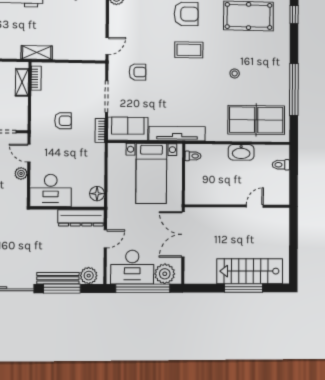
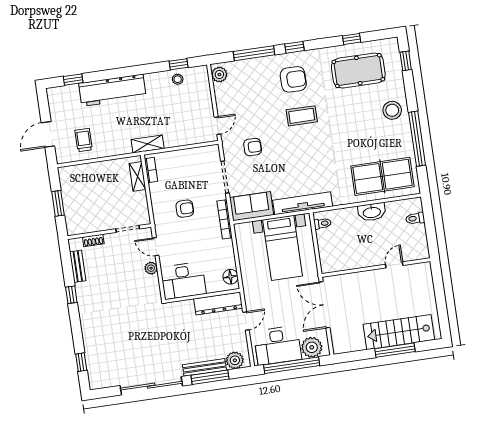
stool: (235, 73) -> (392, 110), moved, width x1.89, depth x1.89
bookcase: (100, 130) -> (225, 219), width x1.56

